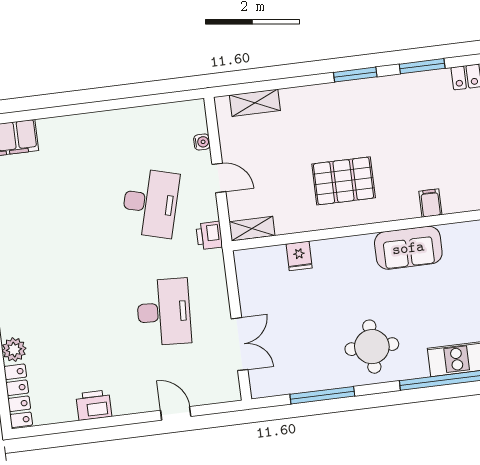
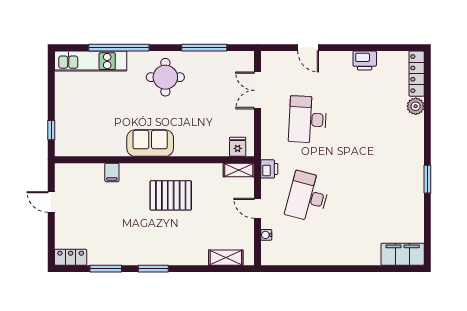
sofa: (408, 248) -> (150, 143), moved
fridge: (299, 256) -> (238, 147), moved

